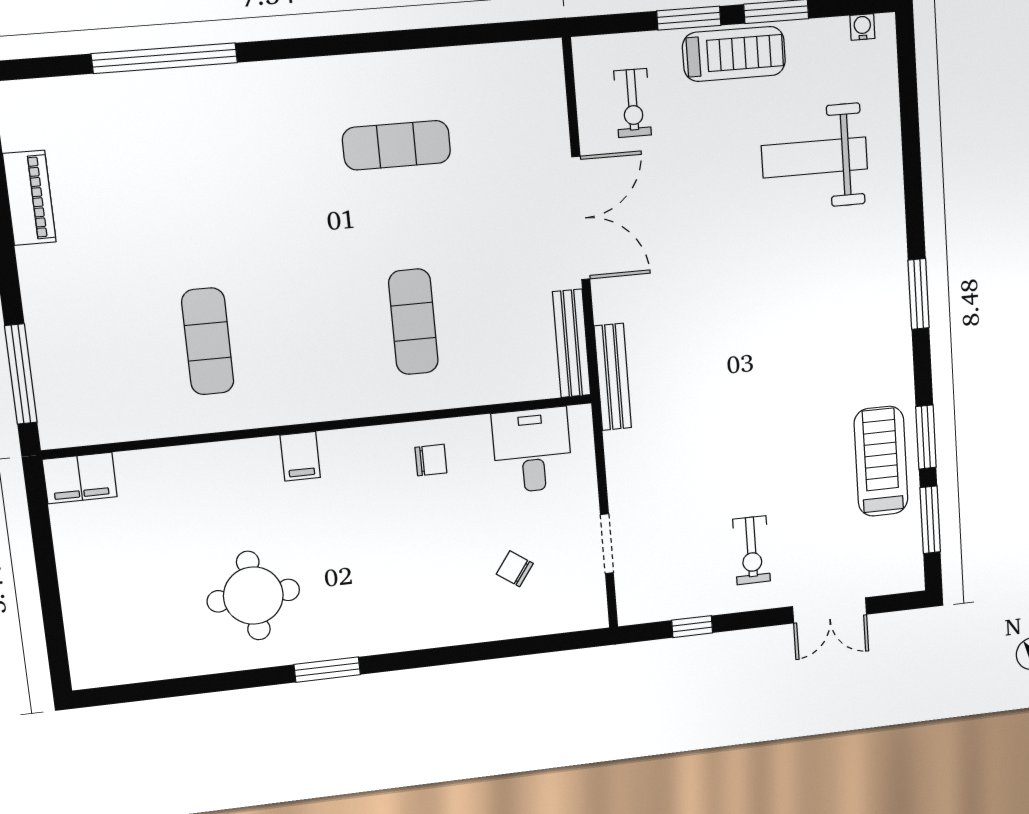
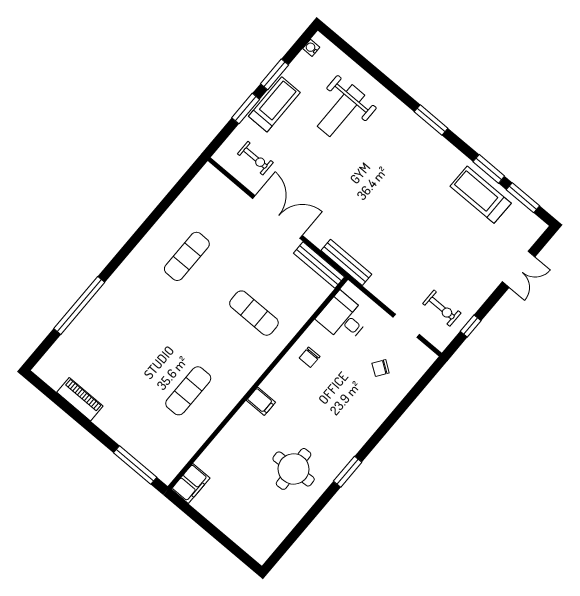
exercise mat: (208, 341) -> (188, 391), turned 90
chair: (431, 460) -> (310, 357), turned 180
exercise bike: (752, 550) -> (442, 308), moved

